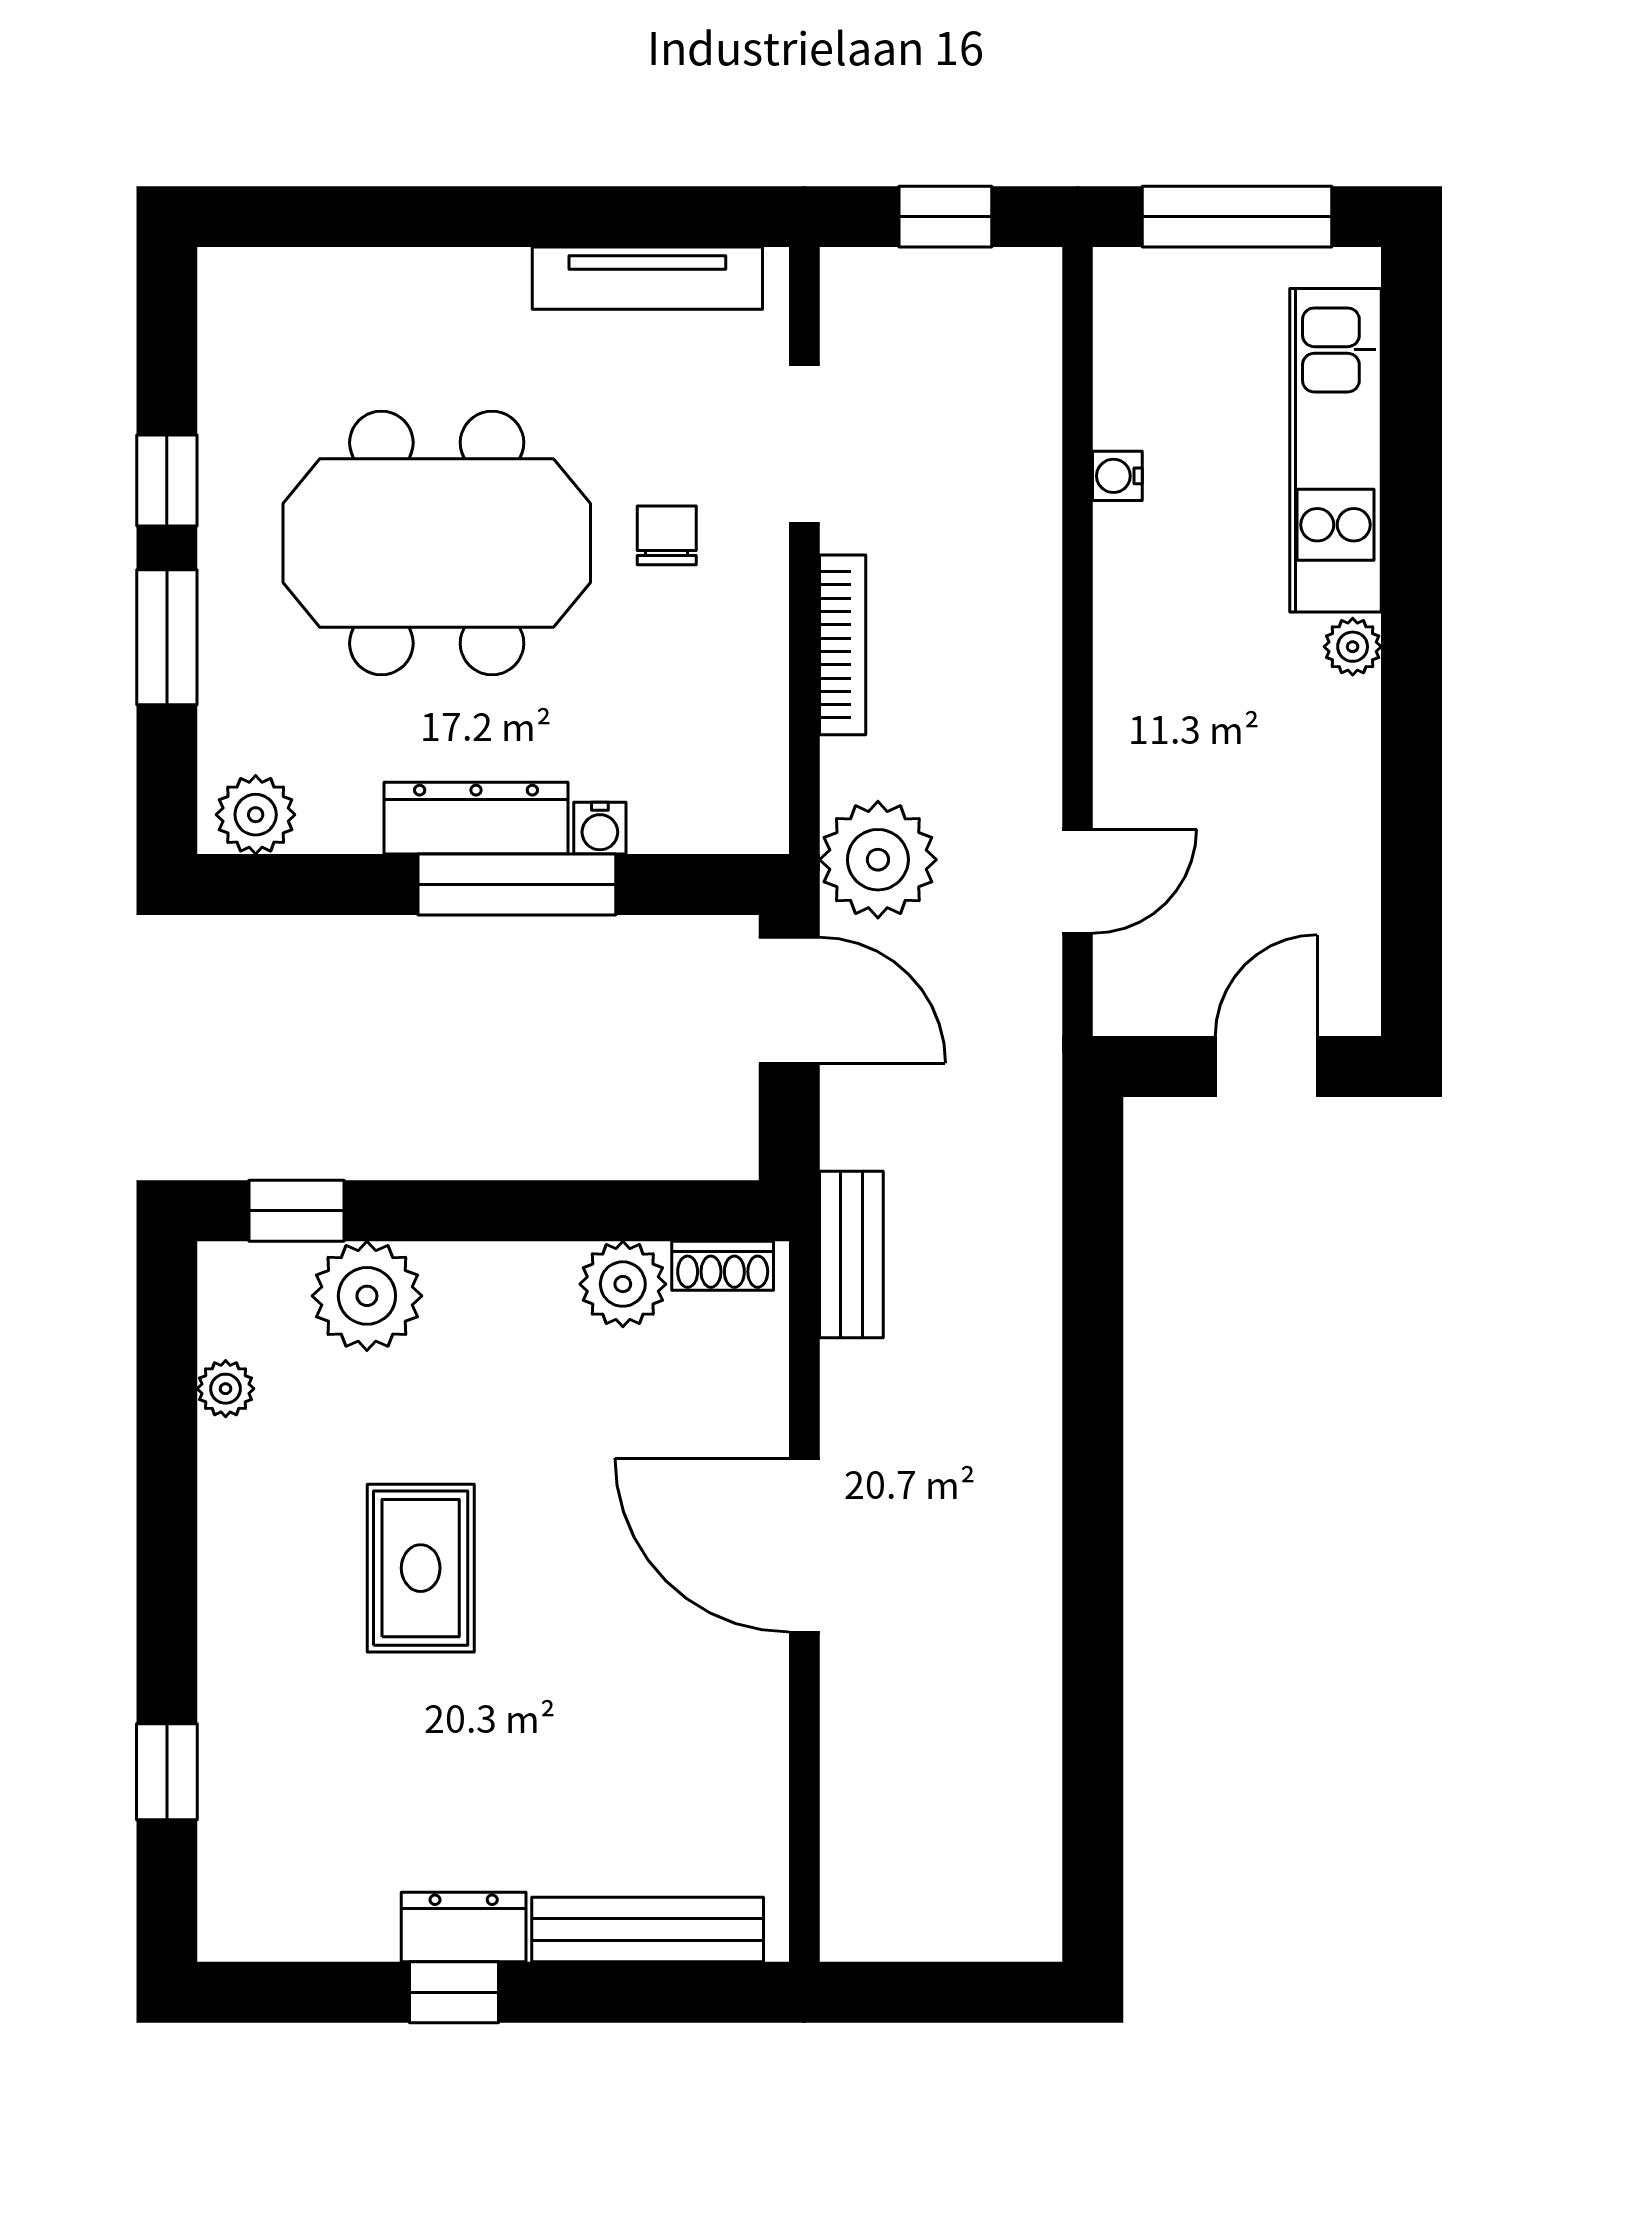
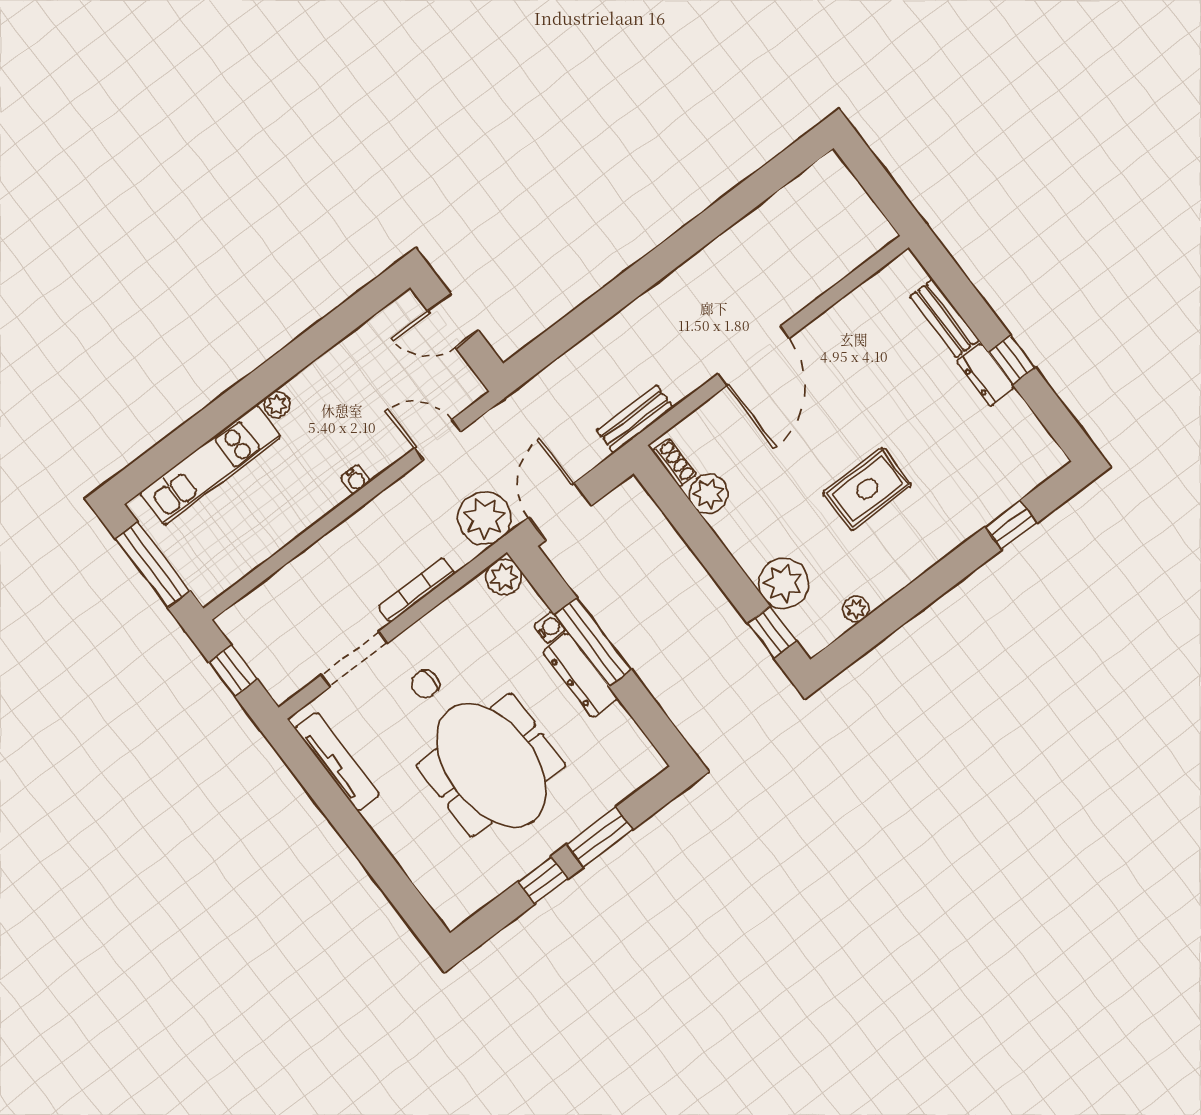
water cooler: (1117, 476) -> (356, 479), moved
plant: (256, 815) -> (504, 577), moved
bench: (648, 1930) -> (944, 318), width x0.73

